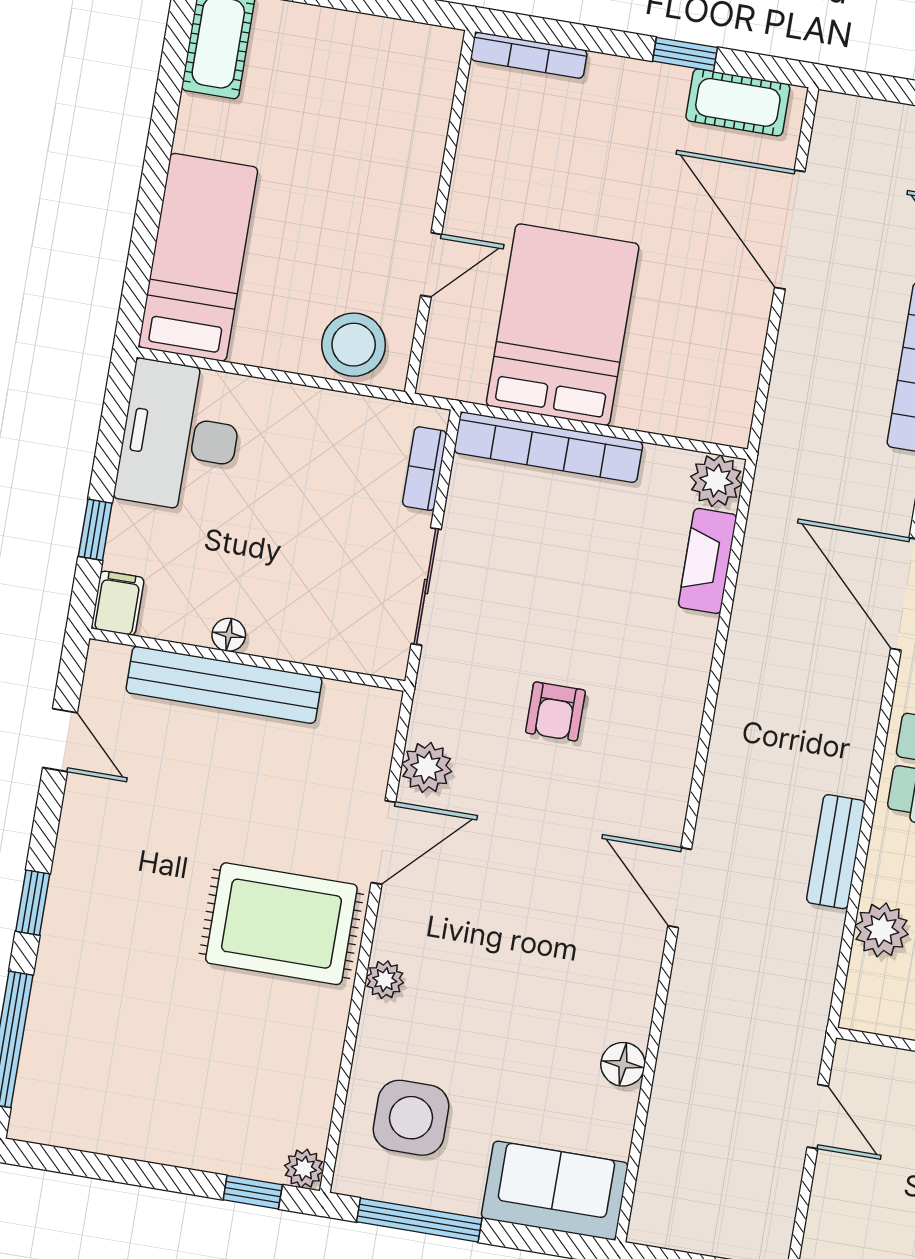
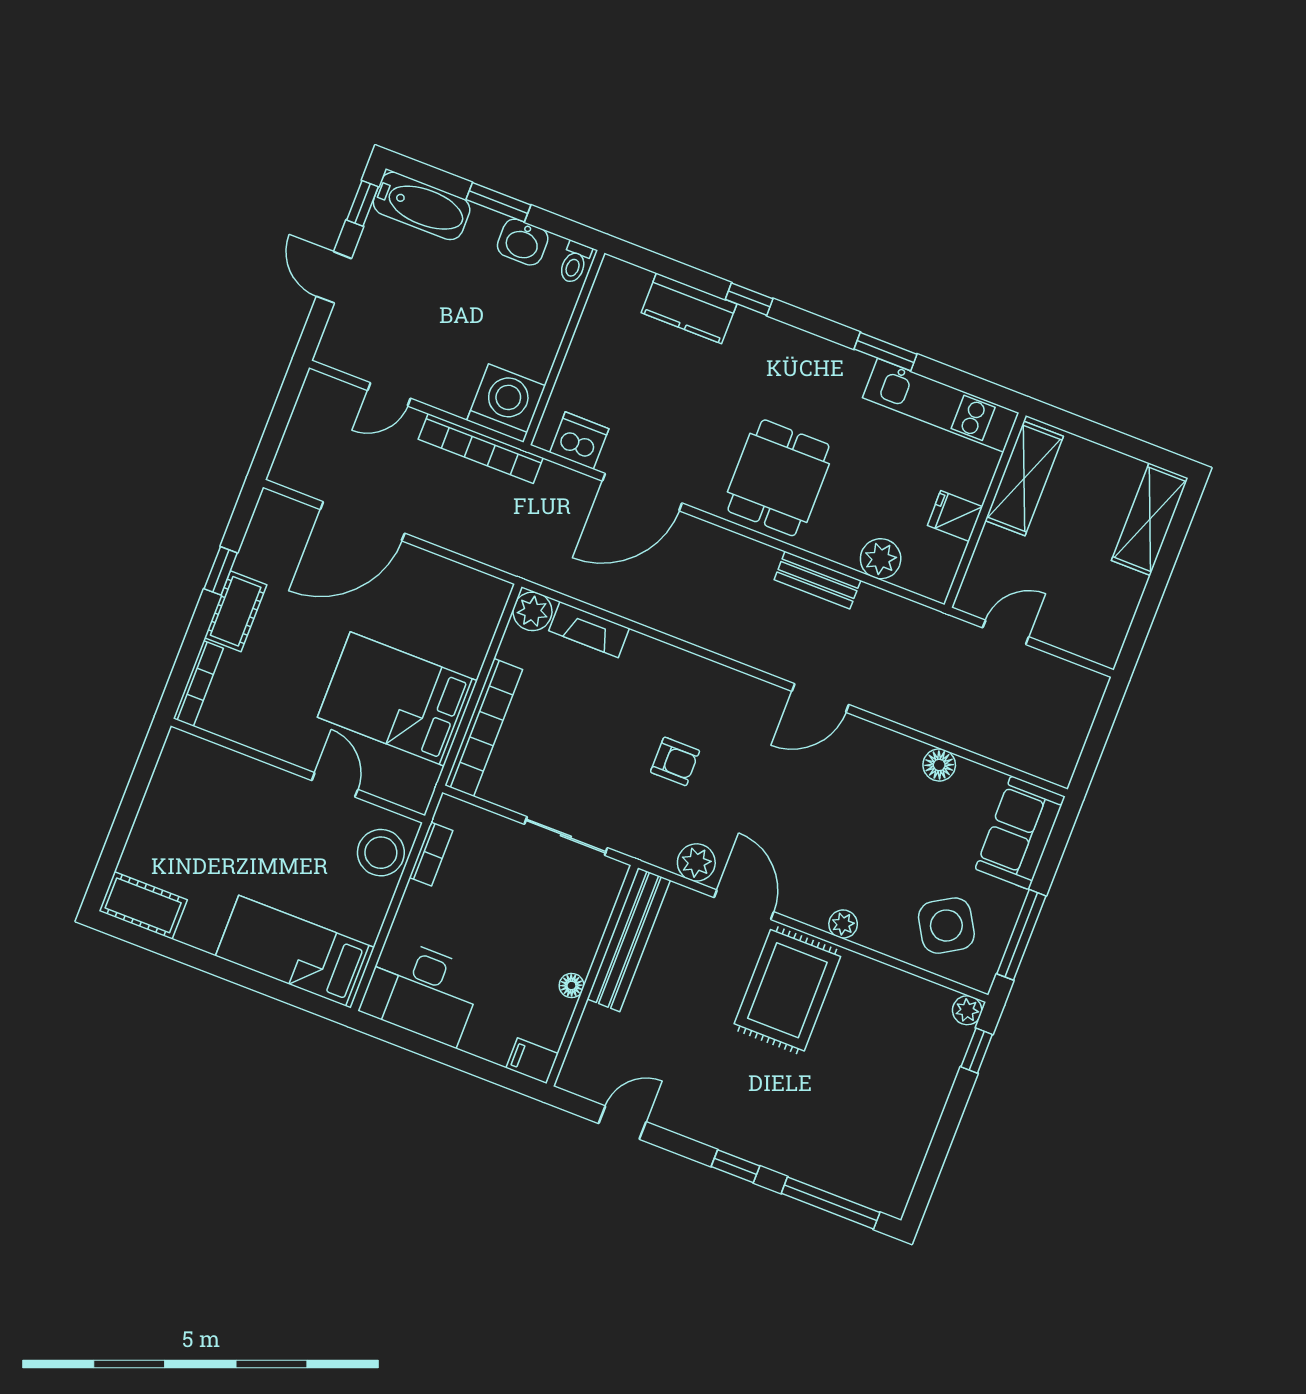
cot: (738, 102) -> (236, 611), moved
bookcase: (425, 469) -> (431, 854), moved, turned -90
window: (95, 530) -> (476, 1066), removed
bench: (224, 685) -> (629, 940), moved
side table: (411, 1118) -> (946, 926), turned -31

